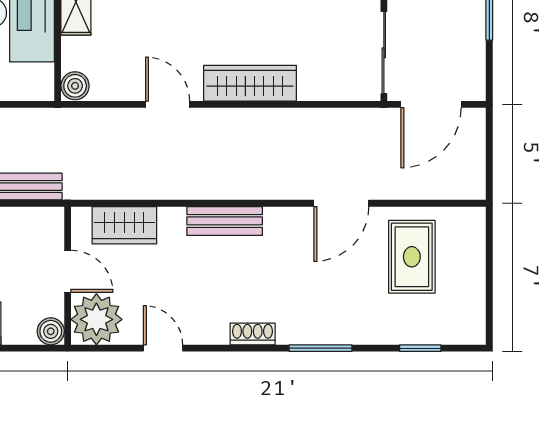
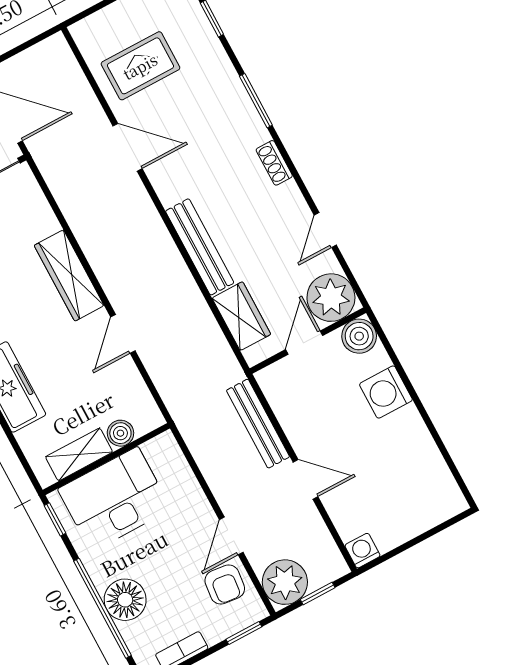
boiler: (75, 86) -> (120, 433), moved
bench: (225, 221) -> (200, 247), width x1.36
boiler: (51, 331) -> (359, 336), width x1.36, depth x1.36

